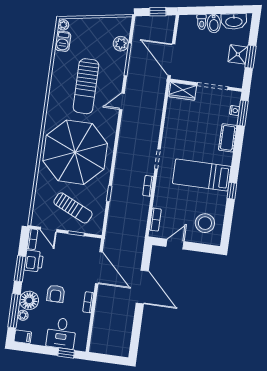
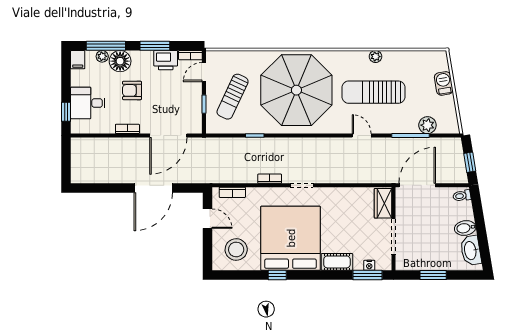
toilet: (202, 22) -> (462, 196), moved
plant: (63, 25) -> (375, 57), moved
barbecue: (63, 41) -> (444, 83), moved, turned 81
shower: (238, 54) -> (434, 260), removed
bed: (202, 175) -> (291, 238), width x2.04

